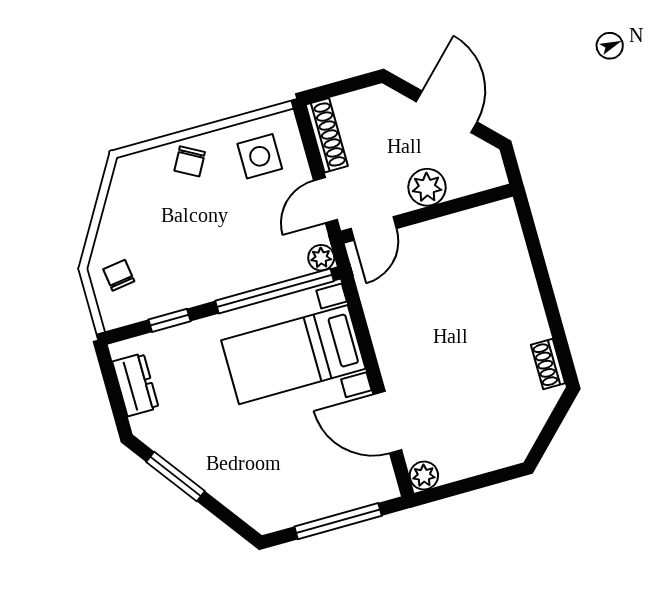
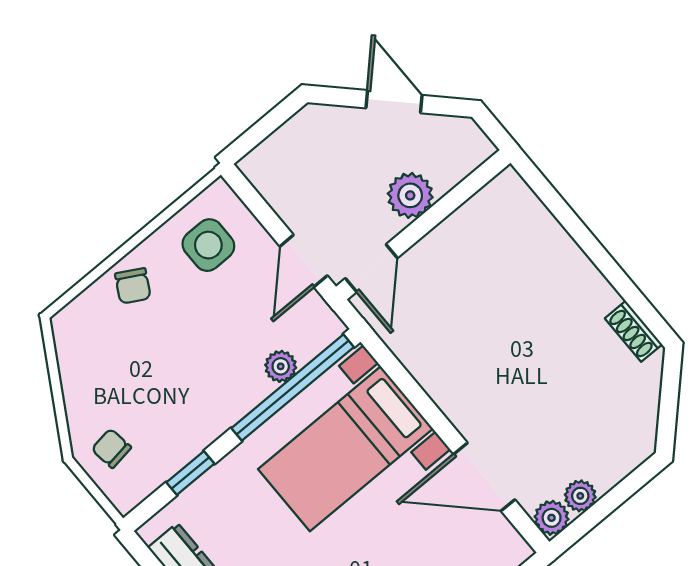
door: (447, 112) -> (394, 102), width x0.73
shoe rack: (327, 135) -> (272, 188), removed
plant: (321, 258) -> (281, 366), moved
plant: (453, 469) -> (580, 496), added

